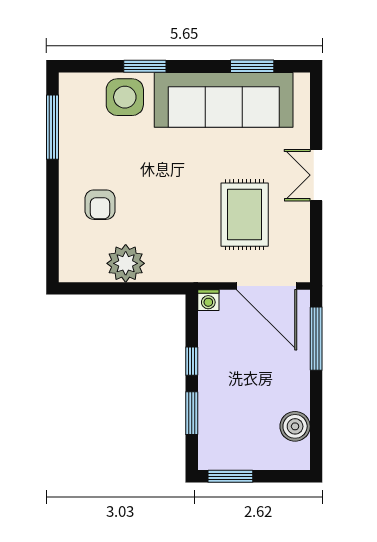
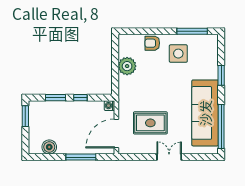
window: (252, 66) -> (221, 127), width x2.11
side table: (125, 97) -> (178, 54), moved
armchair: (100, 205) -> (152, 43), moved
window: (316, 339) -> (81, 157), moved

